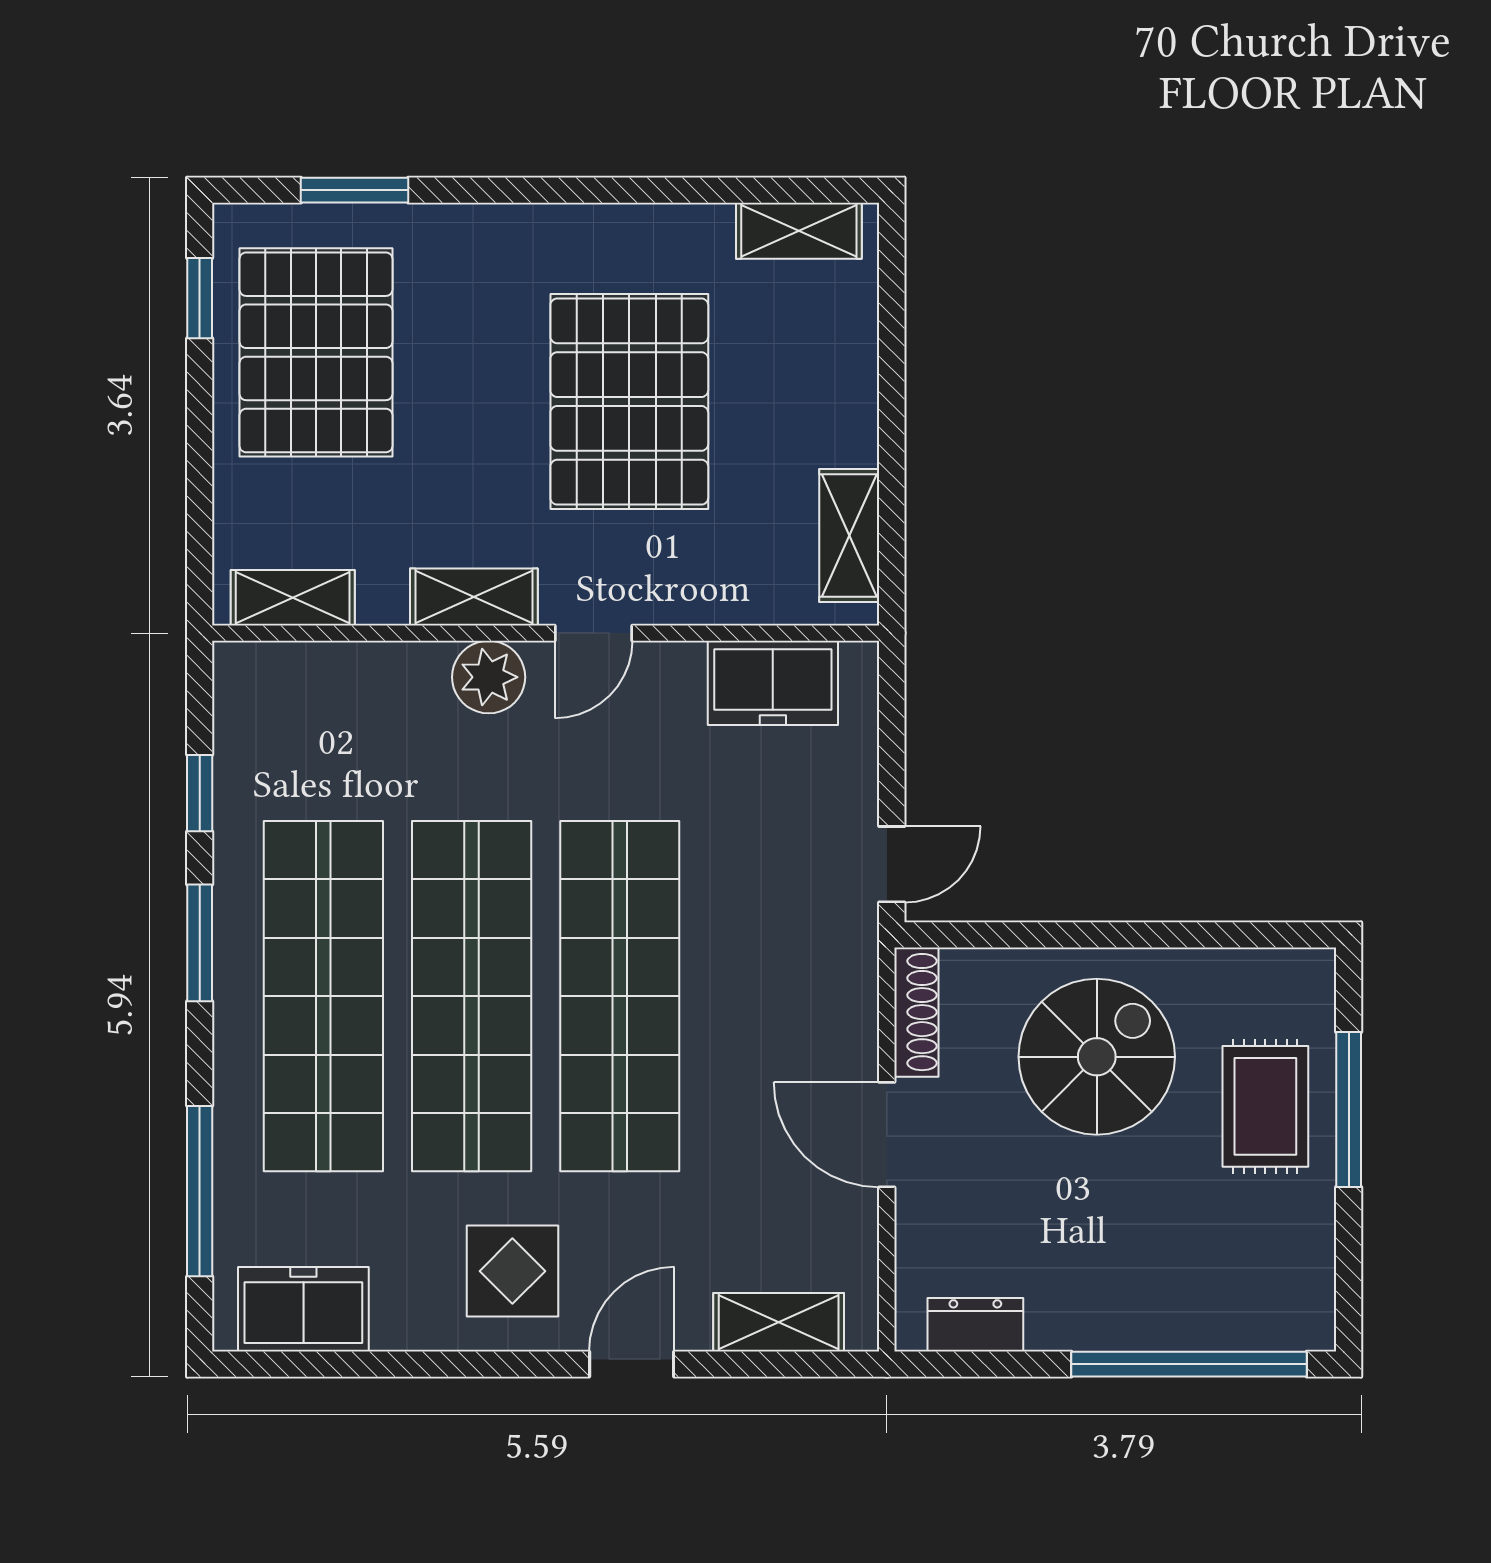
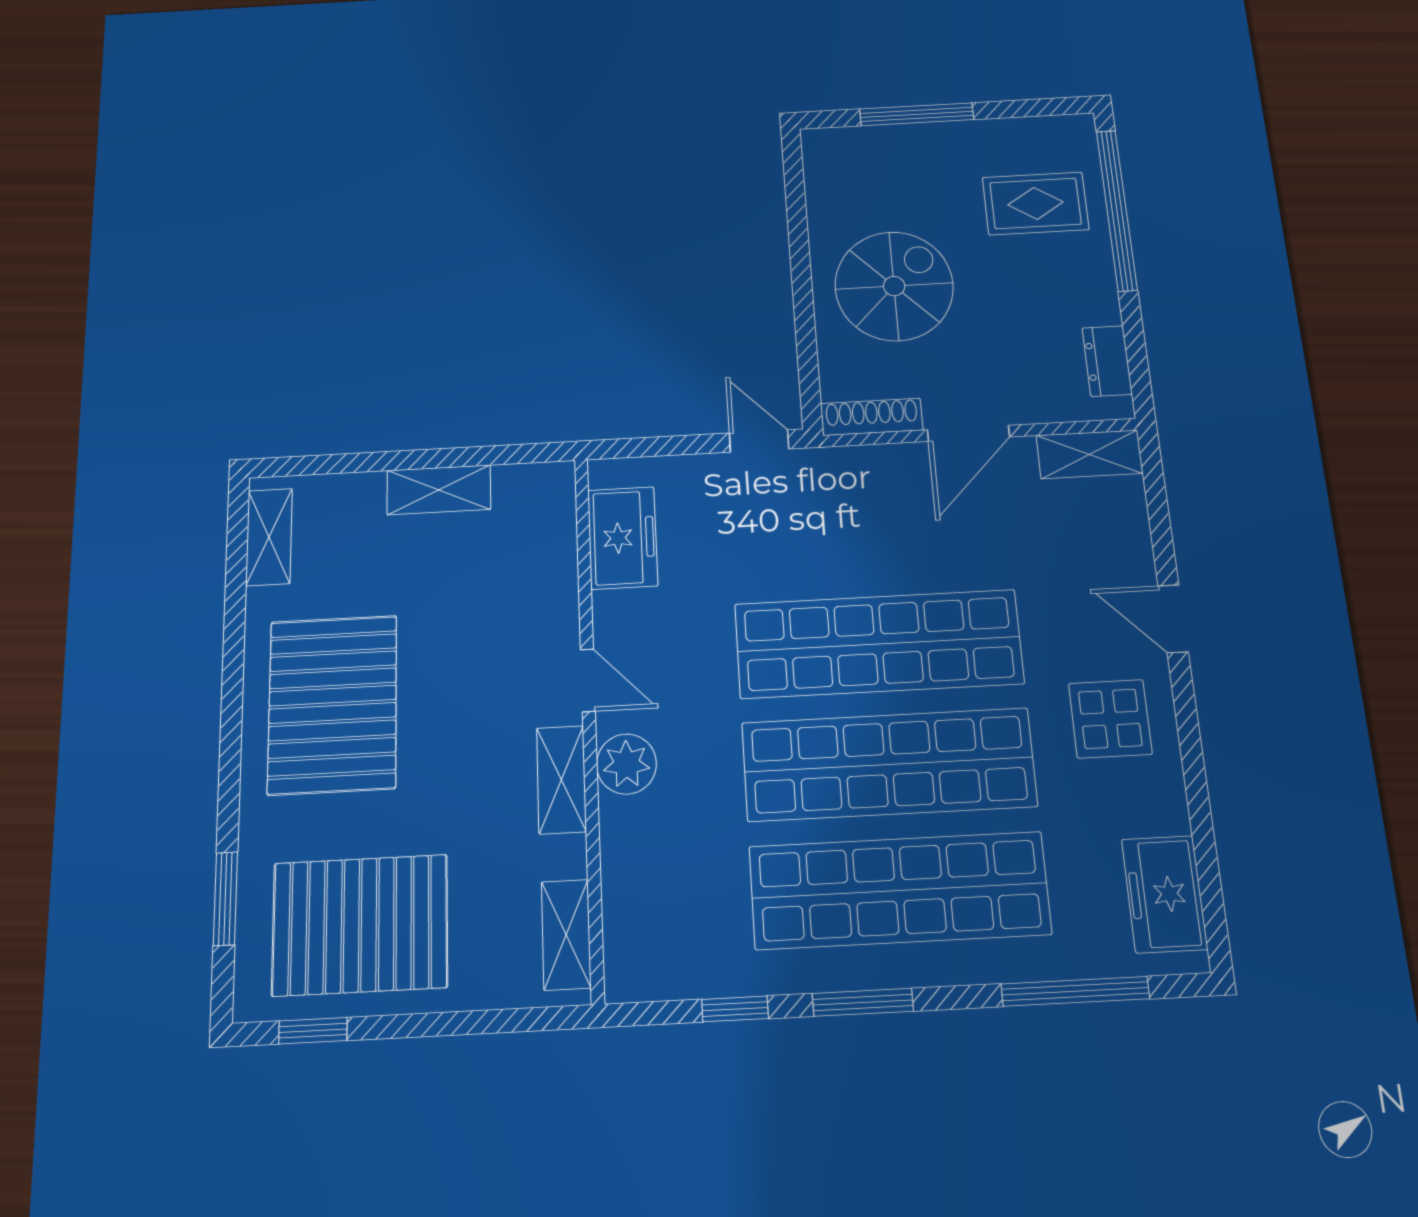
pallet: (629, 402) -> (333, 704), moved, turned 90
shelving: (849, 536) -> (439, 490), moved
spiral stairs: (1097, 1057) -> (894, 286), turned 90
rug: (1265, 1106) -> (1035, 203), moved
shelving: (779, 1322) -> (1089, 454), moved, turned 90

